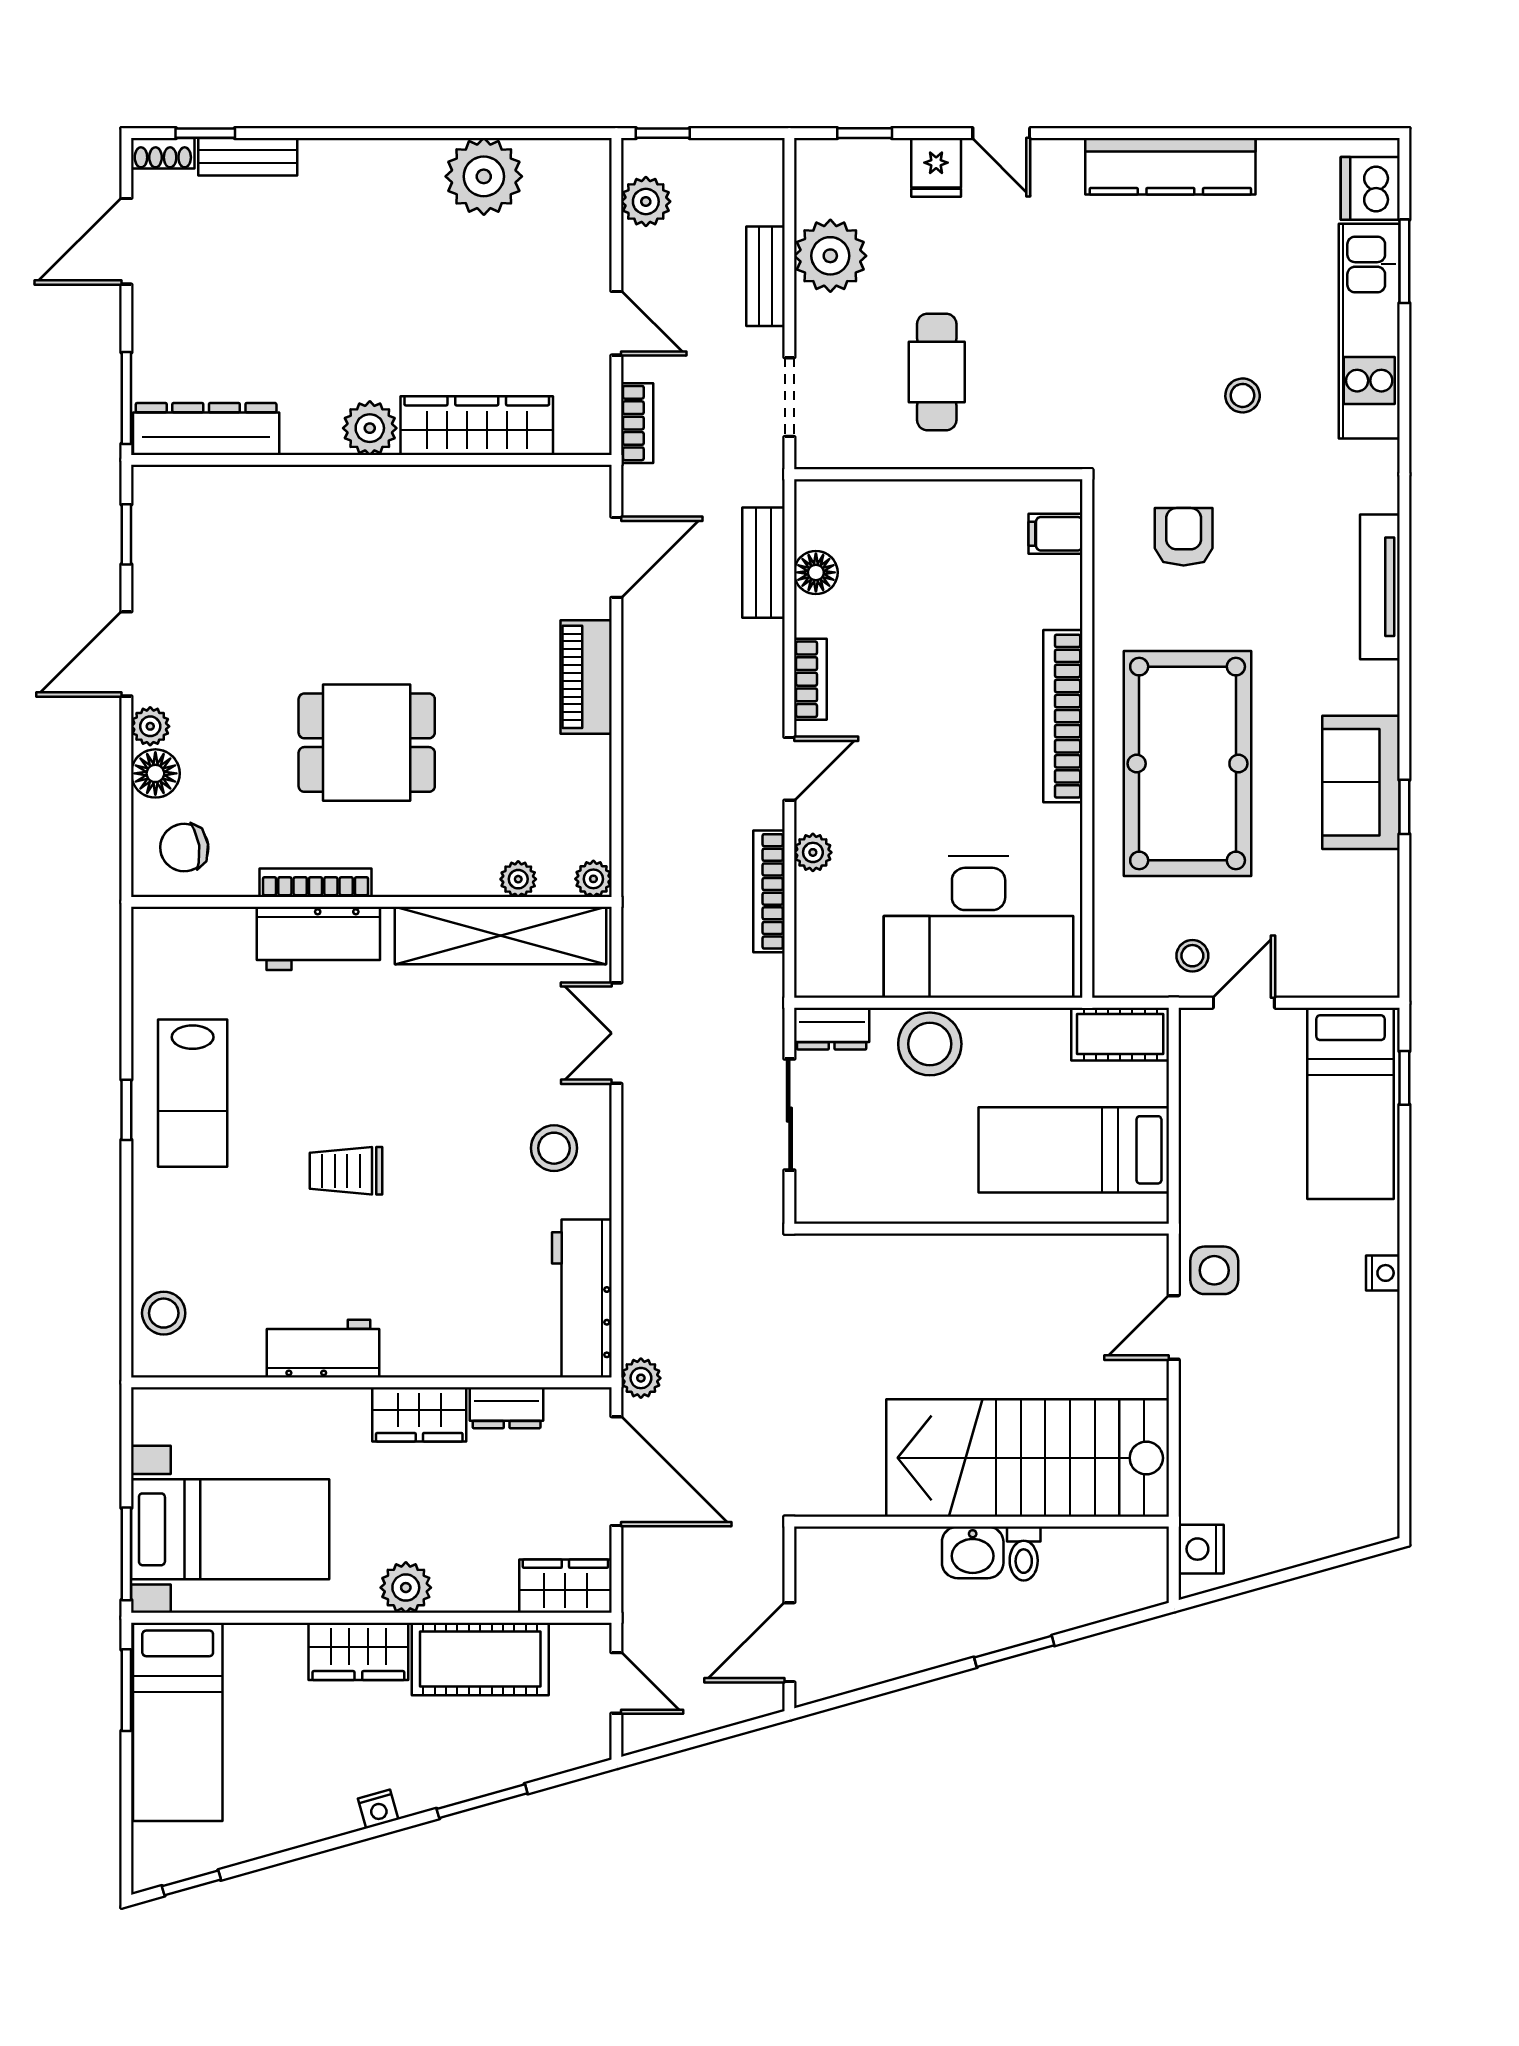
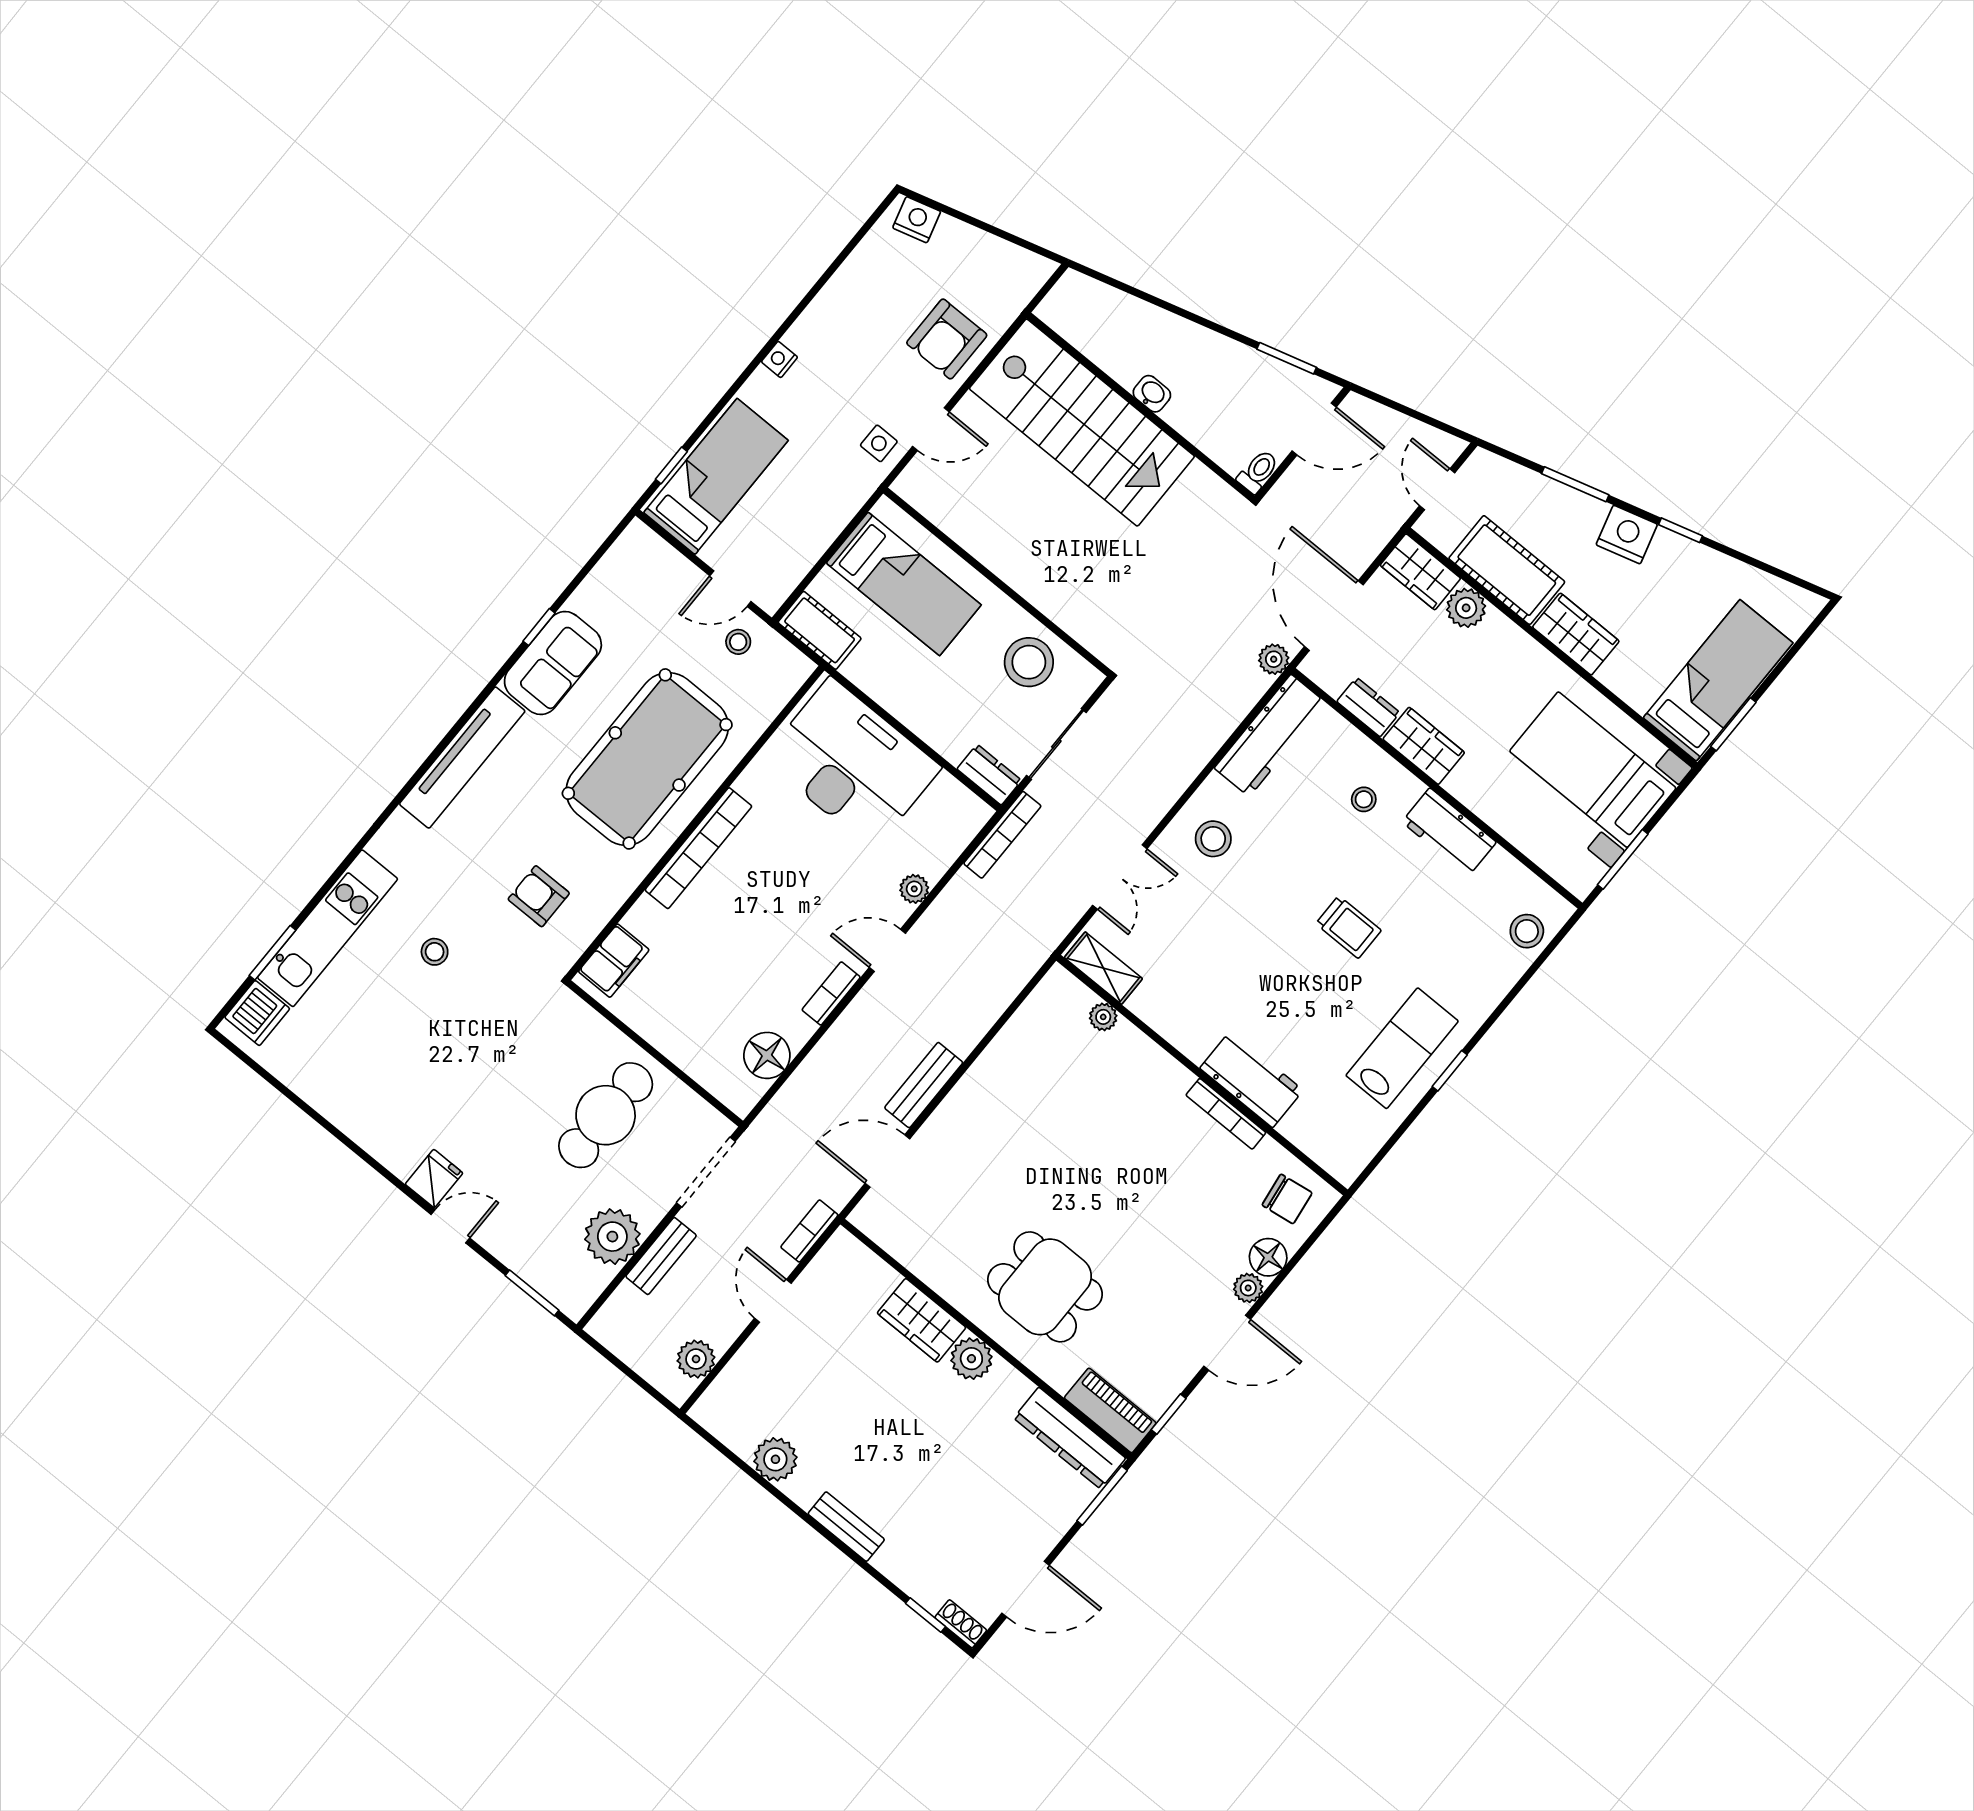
window: (663, 133) -> (652, 1392), removed
window: (865, 133) -> (532, 1293), width x1.50
door: (1001, 133) -> (450, 1226), hinge flipped
bench: (248, 157) -> (846, 1527), moved
kitchen counter: (1170, 166) -> (366, 1124), removed
fridge: (936, 167) -> (434, 1179), moved
plant: (484, 176) -> (775, 1459), width x0.73, depth x0.73
cafe table: (937, 372) -> (606, 1115), width x1.37, depth x1.35
doorway: (789, 397) -> (706, 1172), width x1.38
wardrobe: (477, 426) -> (922, 1320), width x0.67
filing cabinet: (1055, 534) -> (614, 961), width x2.00
armchair: (1184, 537) -> (539, 896), turned 90
bench: (763, 563) -> (924, 1085), moved
floor lamp: (816, 572) -> (767, 1055), width x1.38, depth x1.38
tv unit: (1380, 587) -> (462, 758), width x1.36, depth x1.29
piano: (586, 677) -> (1110, 1410), moved, turned -90
dining table: (367, 743) -> (1045, 1287), moved
plant: (593, 879) -> (1058, 980), removed
bookcase: (769, 891) -> (1002, 835), moved
shelving: (500, 936) -> (1103, 968), width x0.45, depth x0.75
stool: (930, 1044) -> (1029, 662), moved
side table: (1214, 1270) -> (879, 443), width x0.73, depth x0.73
stool: (435, 1311) -> (1364, 799), added
armchair: (1232, 1431) -> (947, 339), added
nightstand: (1201, 1549) -> (917, 220), moved, turned -106
washbasin: (973, 1552) -> (1152, 394), width x0.72, depth x0.69
window: (126, 1554) -> (1623, 859), moved
toilet: (1024, 1554) -> (1258, 471), moved
plant: (406, 1588) -> (1466, 608), moved
window: (1014, 1651) -> (1287, 358), moved
nightstand: (378, 1809) -> (1627, 535), width x1.89, depth x1.79
window: (191, 1883) -> (1681, 530), moved

